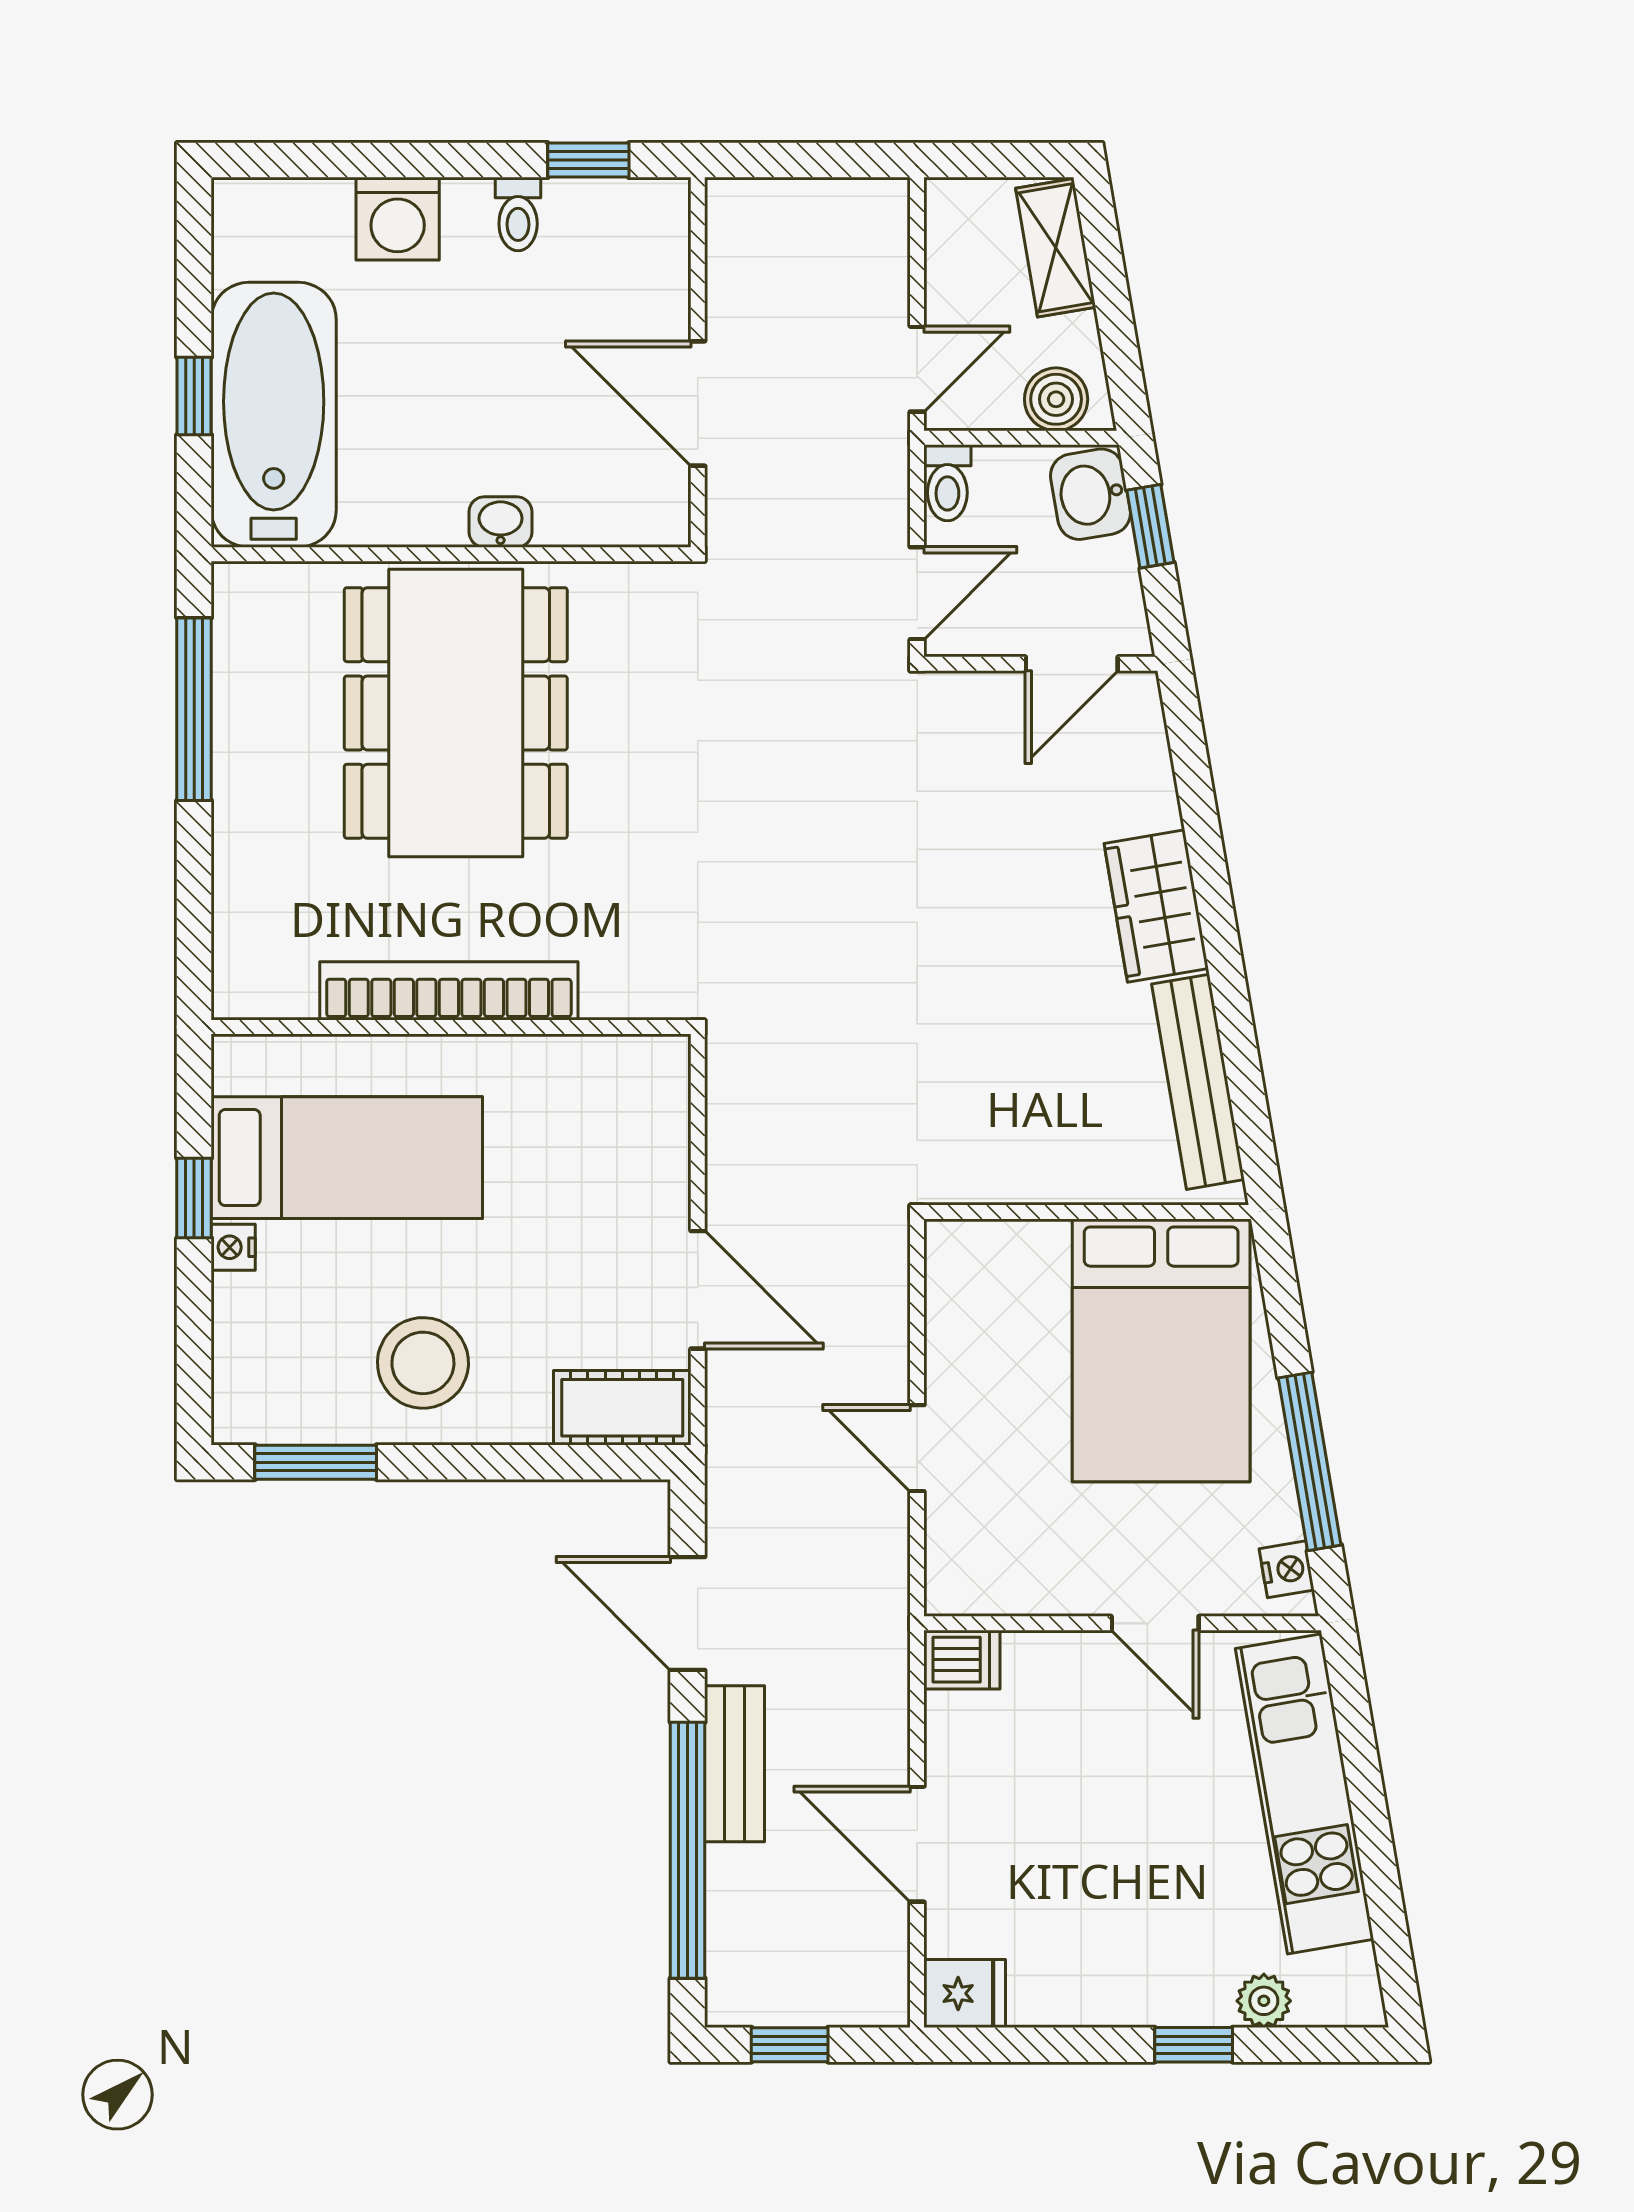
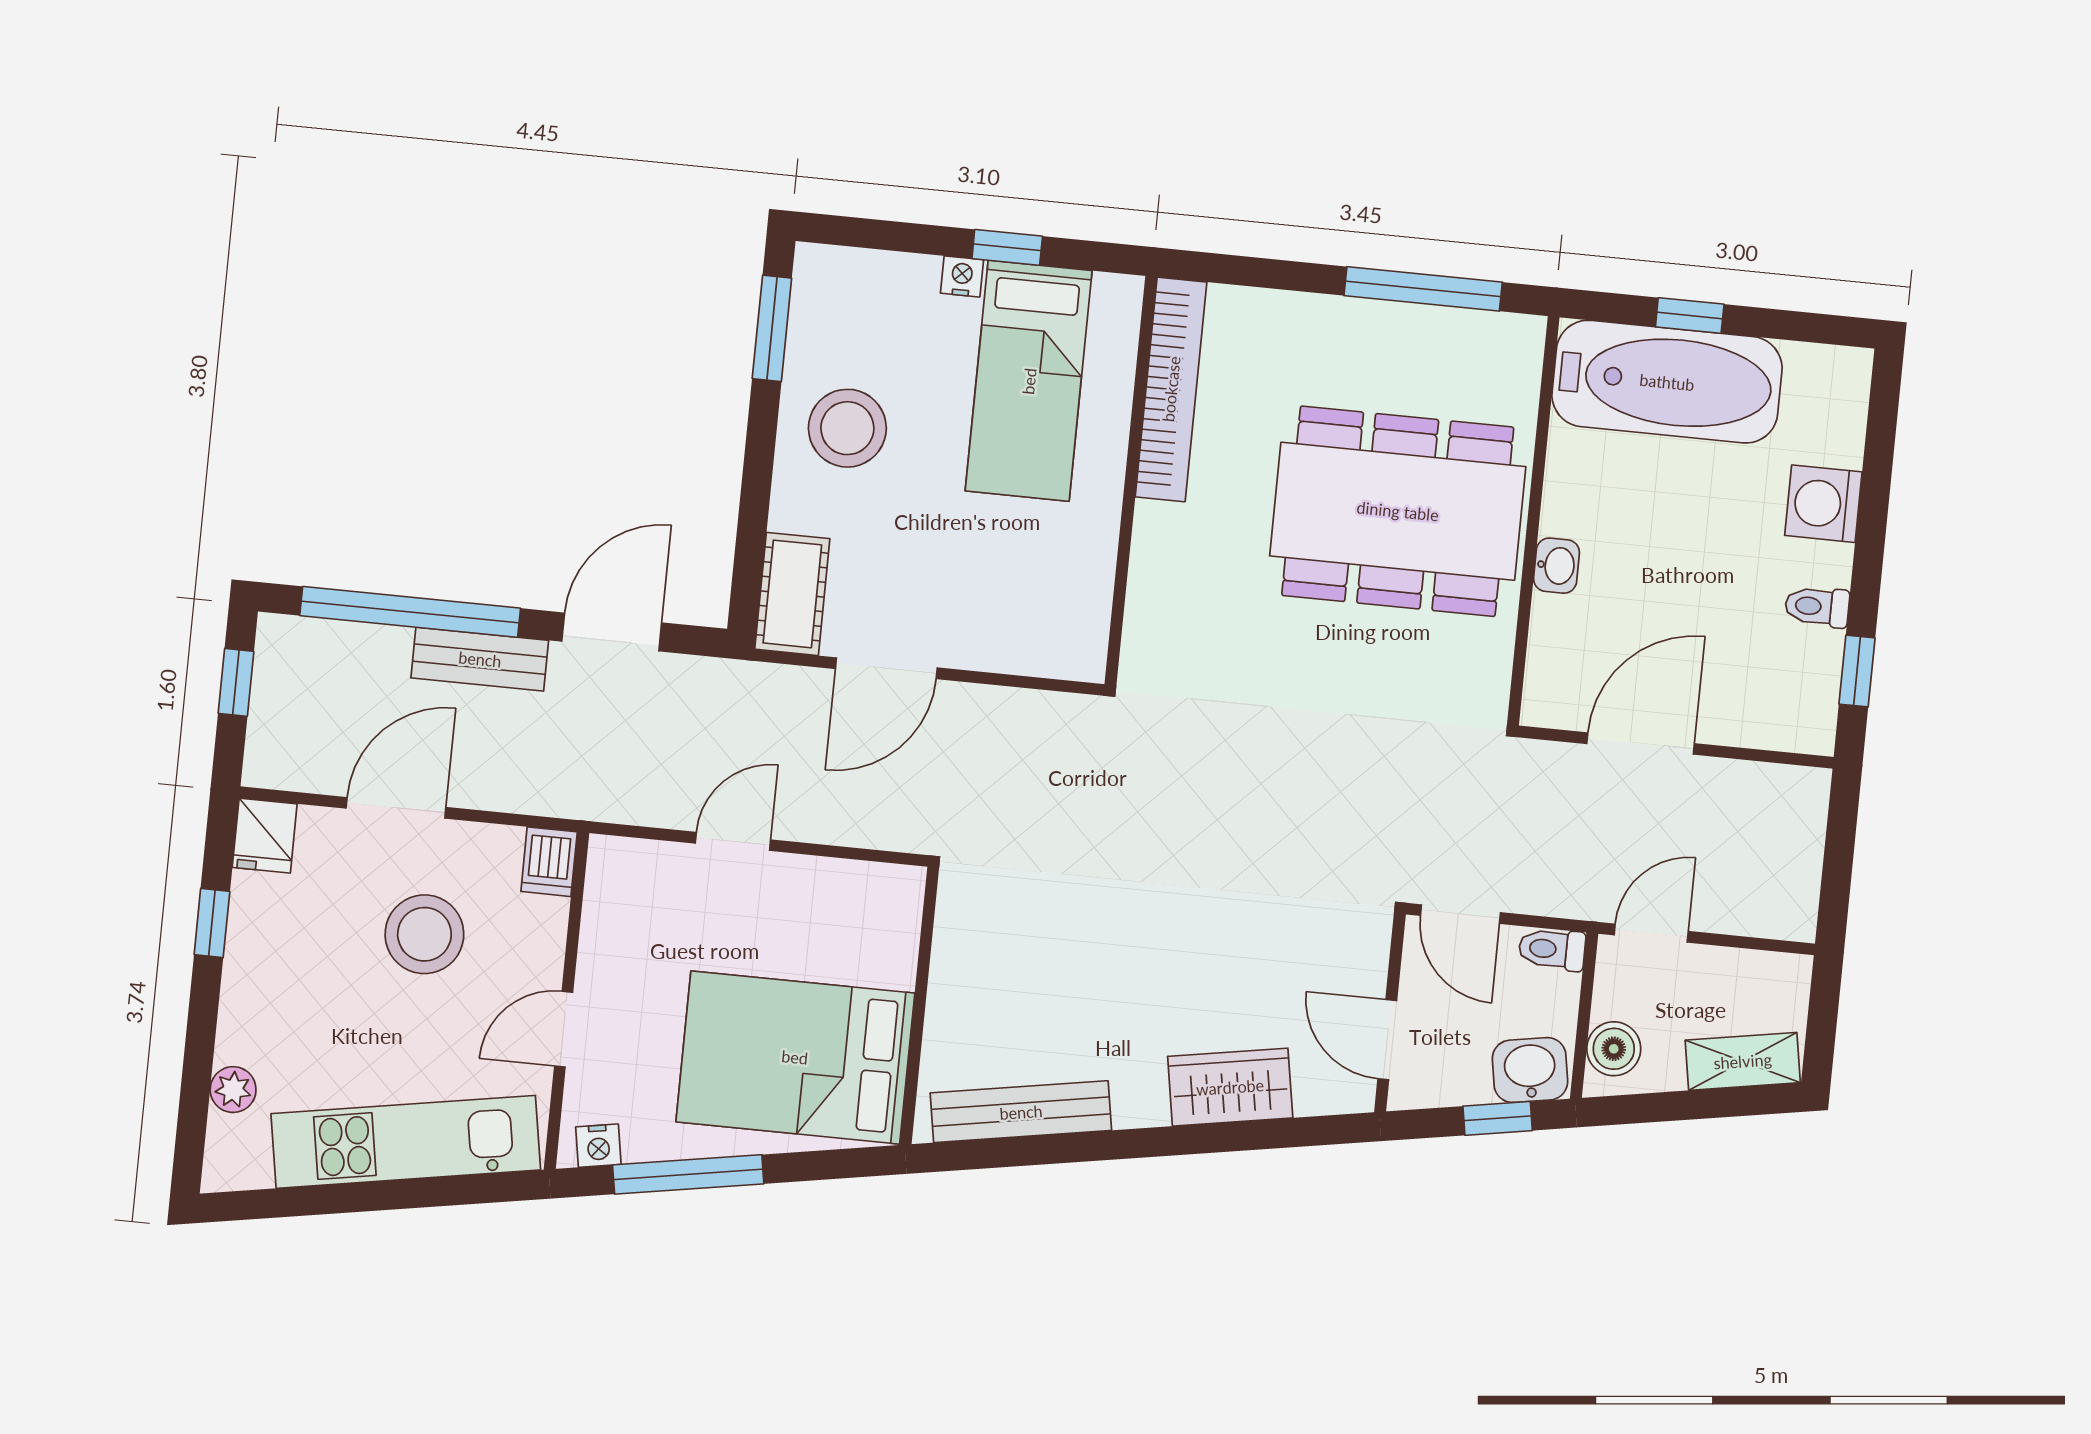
door: (917, 369) -> (1651, 933), swing flipped
wardrobe: (1156, 906) -> (1230, 1087), moved
bookcase: (449, 991) -> (1171, 389), moved
stool: (1061, 1796) -> (424, 934), added
window: (1194, 2045) -> (212, 923), moved

